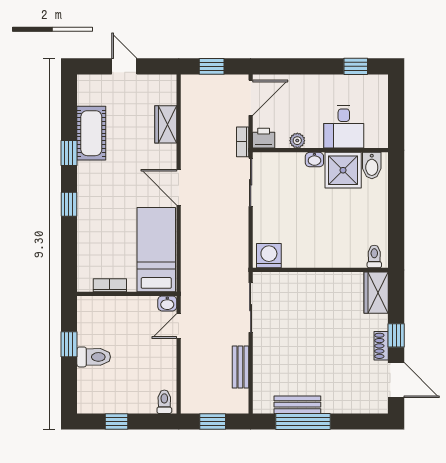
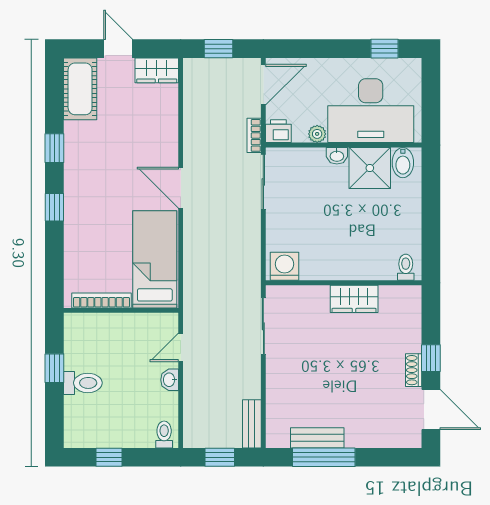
wardrobe: (166, 124) -> (157, 70), moved, turned -90
desk: (344, 127) -> (371, 111), width x1.87, depth x1.30
cot: (91, 133) -> (80, 89), moved
bookcase: (110, 285) -> (102, 300), width x1.56
wardrobe: (376, 293) -> (354, 299), moved, turned -90
washbasin: (167, 303) -> (170, 380), moved, turned 90
bench: (240, 367) -> (252, 424), moved

